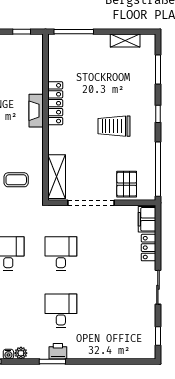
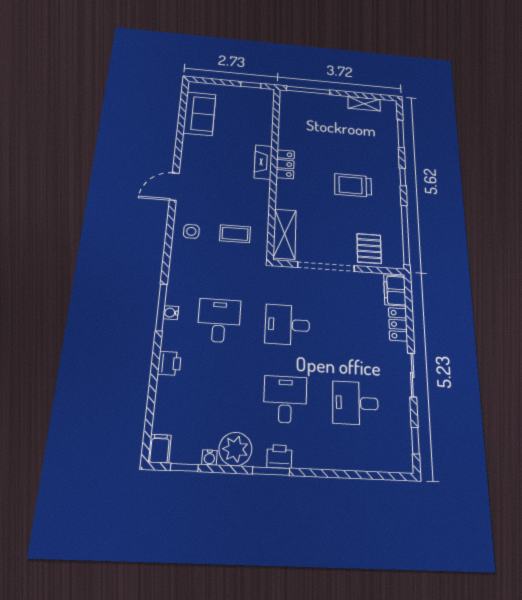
locker: (55, 103) -> (285, 164), width x0.66
desk: (61, 254) -> (287, 325), turned -90
desk: (113, 311) -> (355, 403), added
plant: (21, 353) -> (235, 449), width x1.88, depth x1.88

